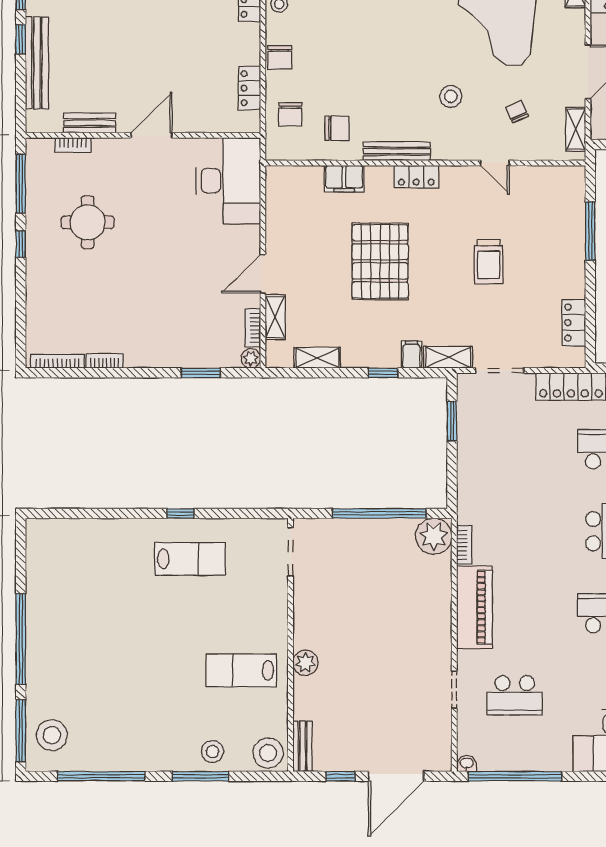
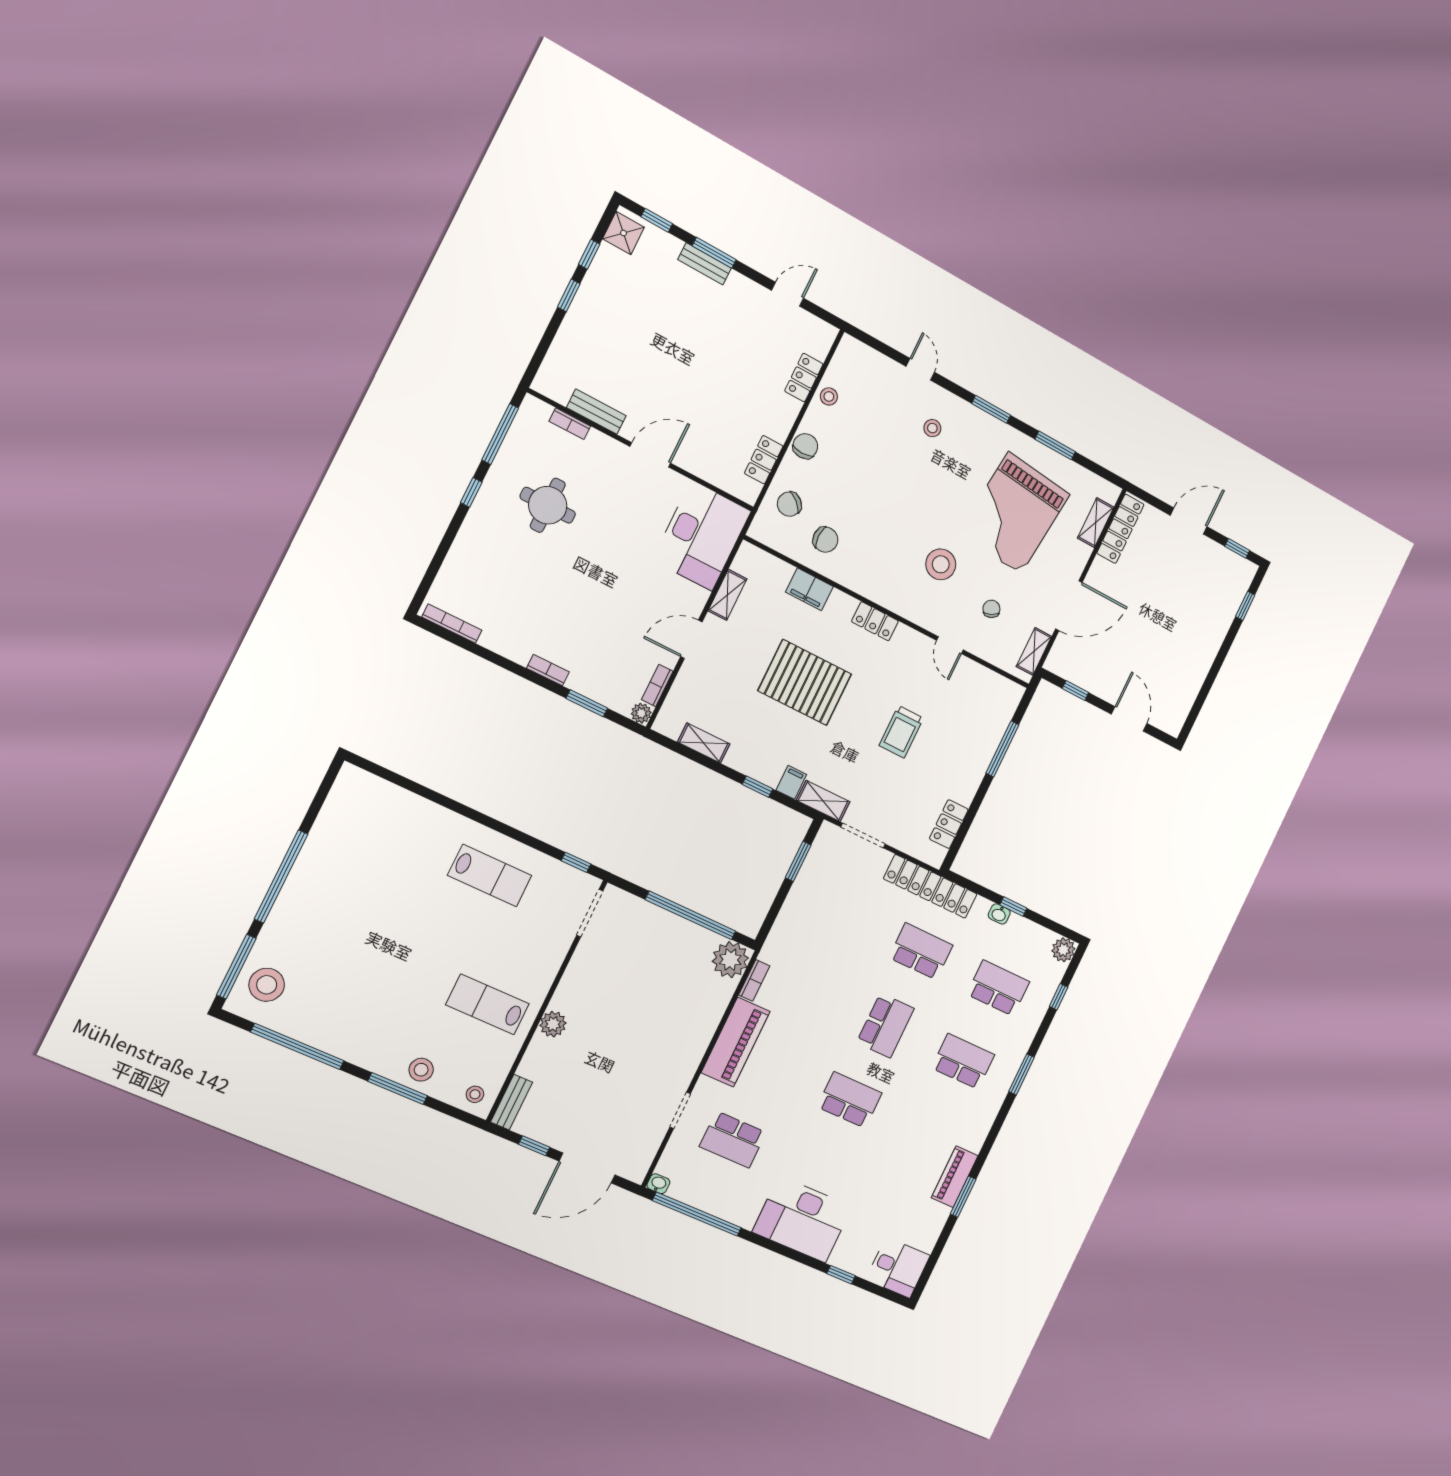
chair: (280, 57) -> (805, 446), turned 180
bench: (37, 63) -> (573, 326), removed
stool: (451, 96) -> (941, 564), width x1.38, depth x1.38
chair: (290, 114) -> (789, 504), turned 42
bench: (397, 151) -> (869, 589), removed
pallet: (380, 261) -> (805, 682), turned 90
shelving: (275, 317) -> (727, 595), moved
bookcase: (105, 361) -> (548, 670), moved
window: (180, 513) -> (576, 862), moved
stool: (268, 753) -> (475, 1094), width x0.53, depth x0.53

